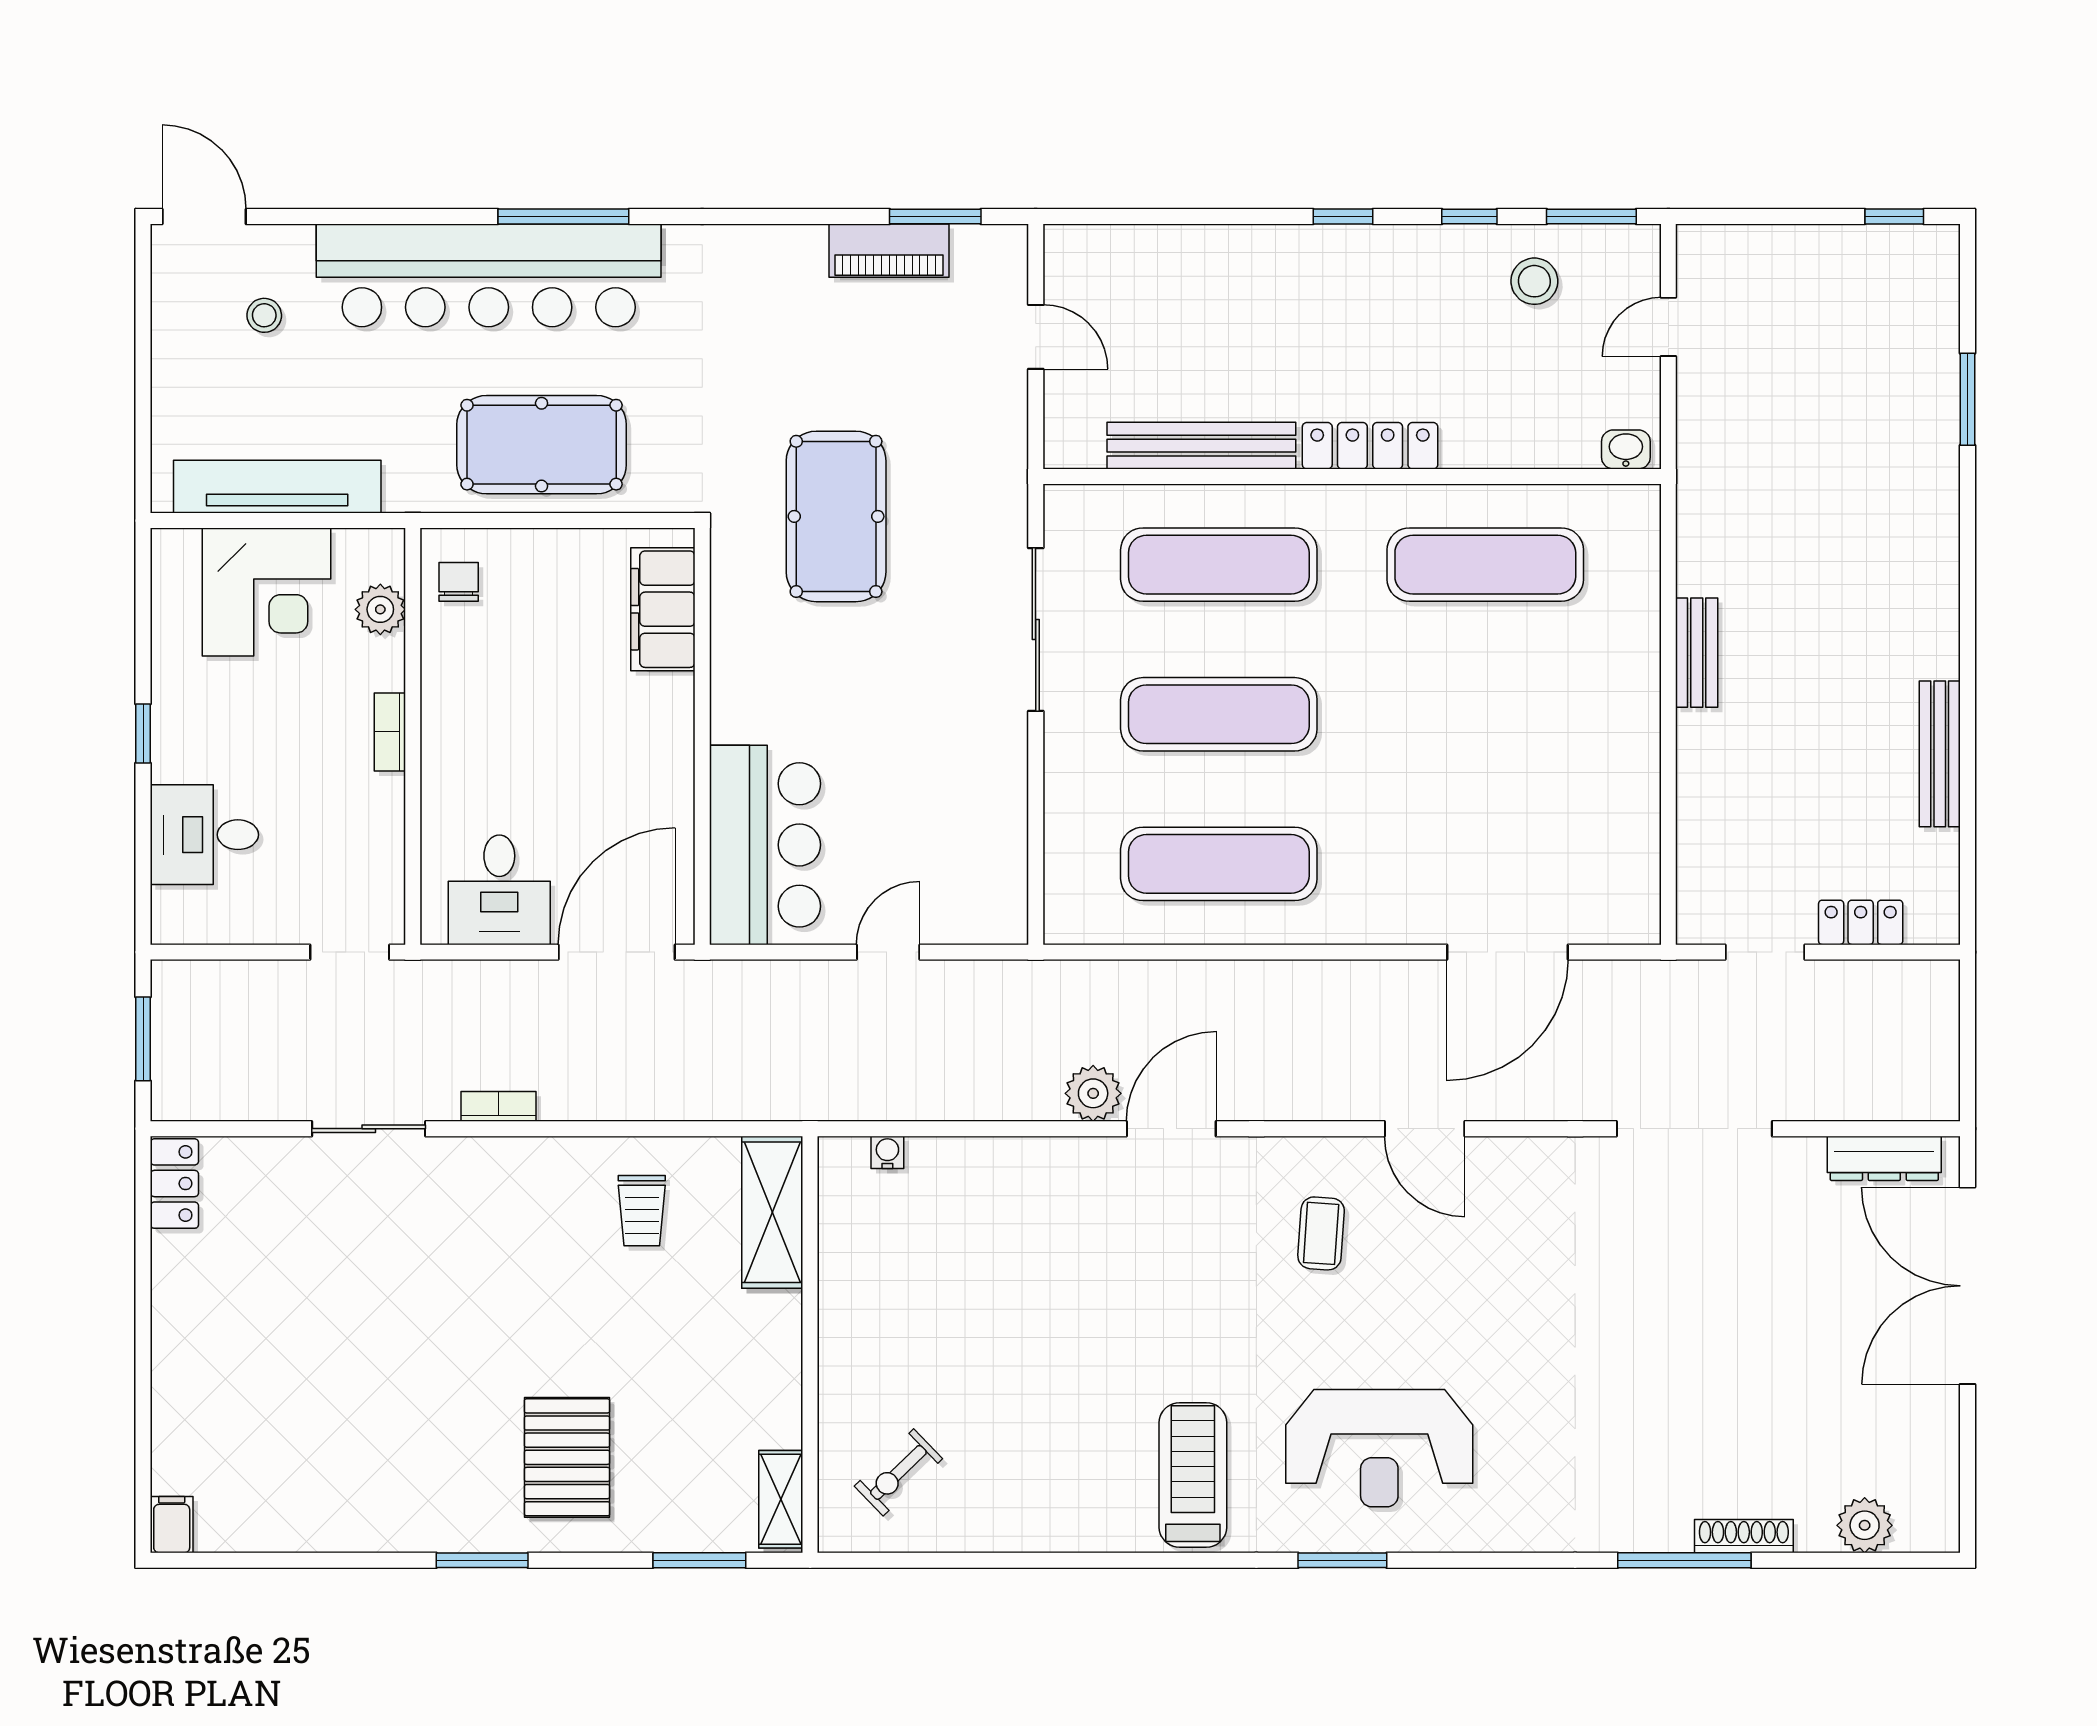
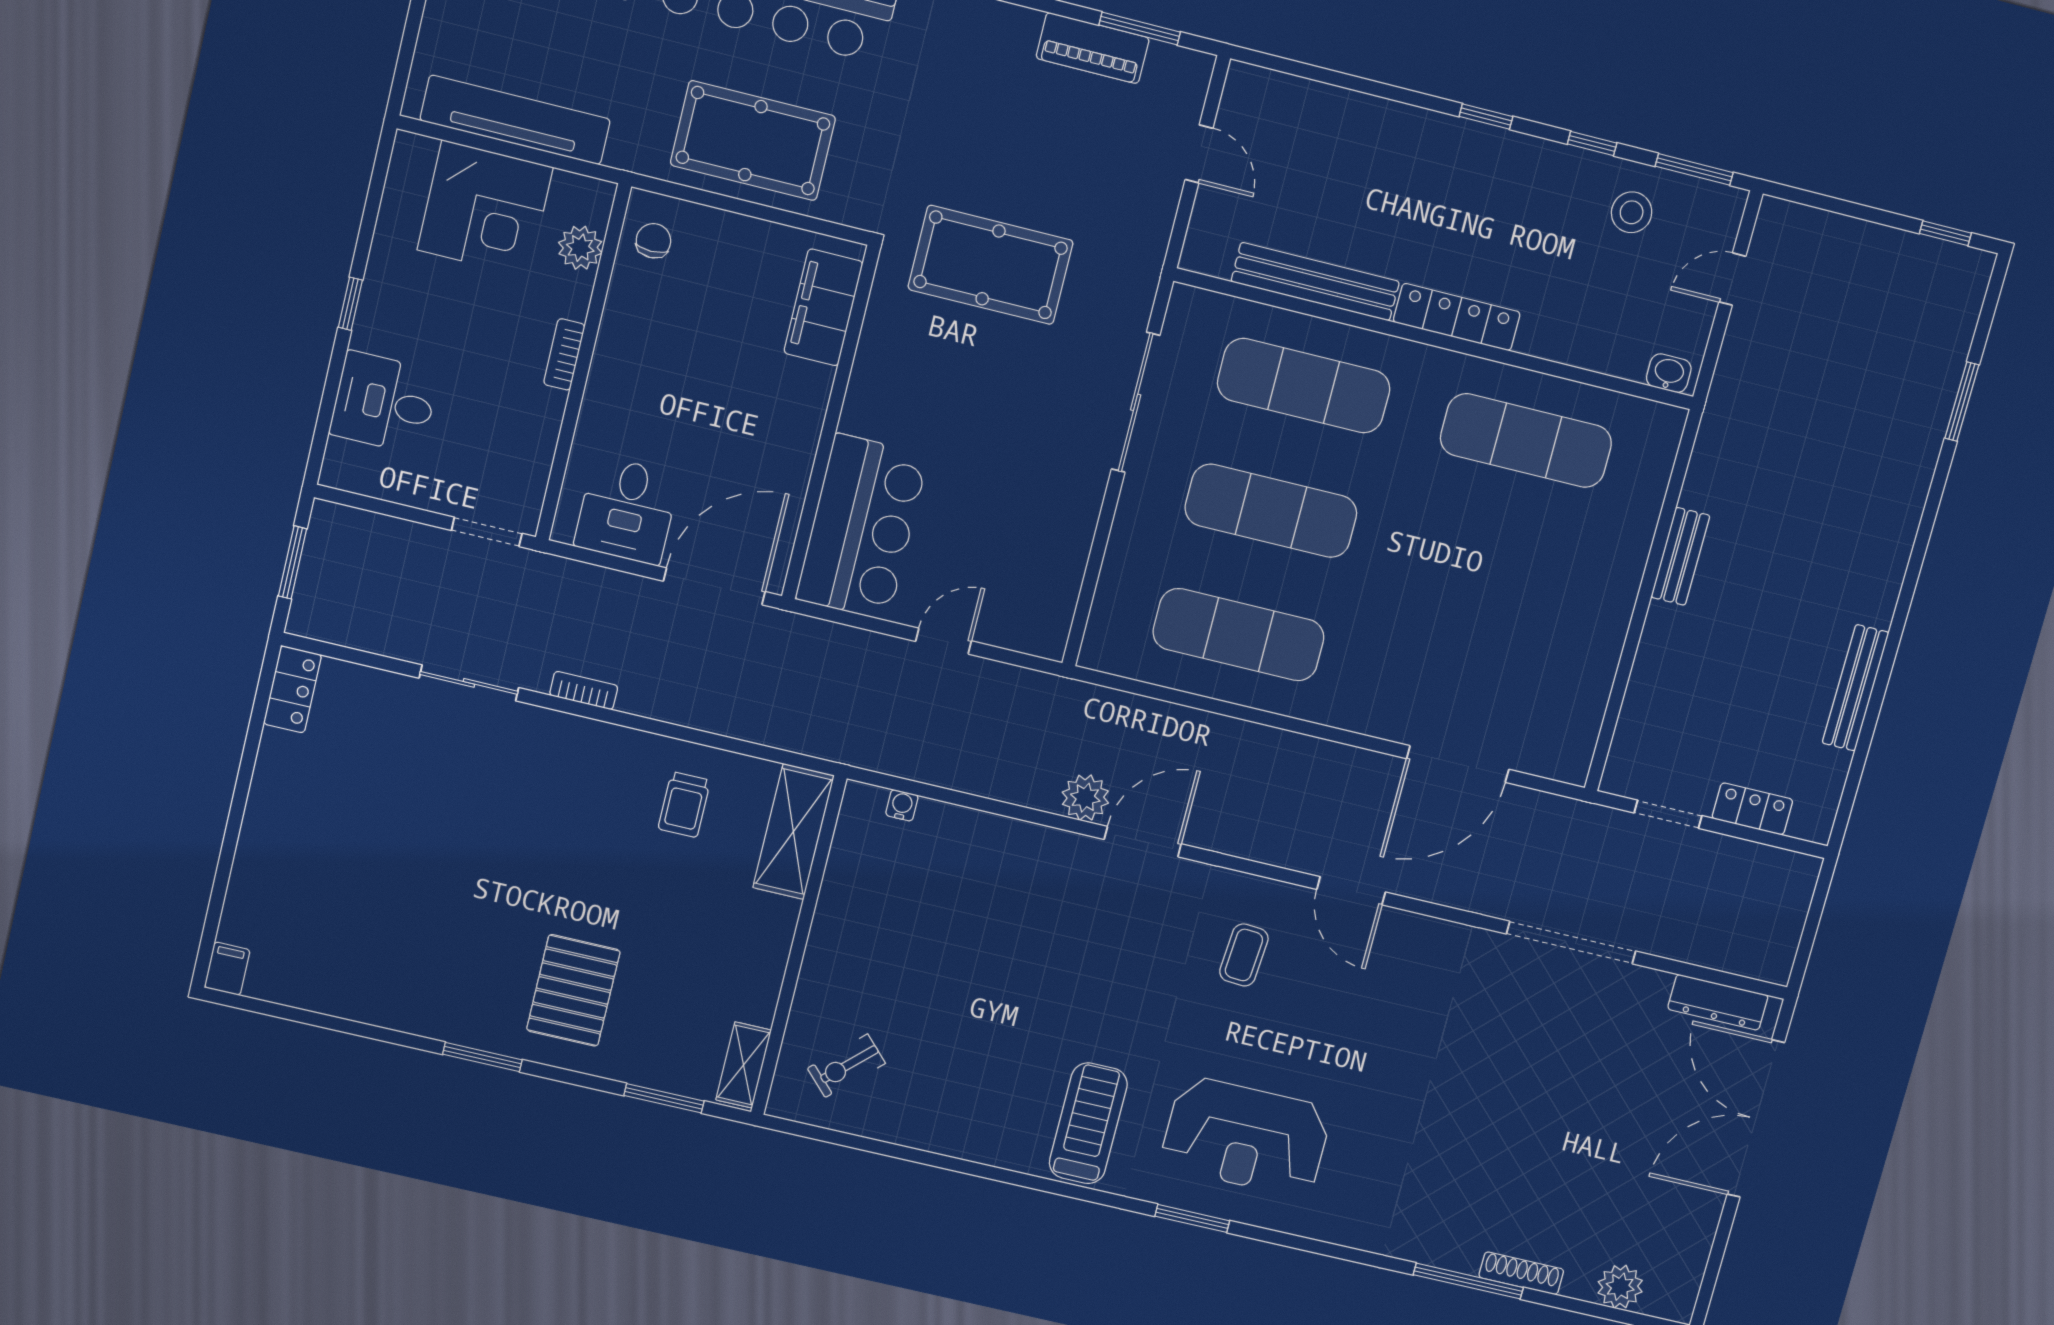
pool table: (836, 516) -> (991, 265), turned 90

